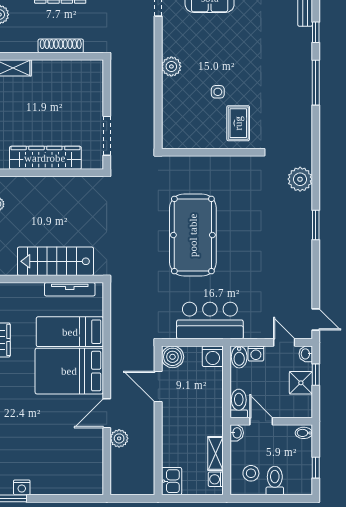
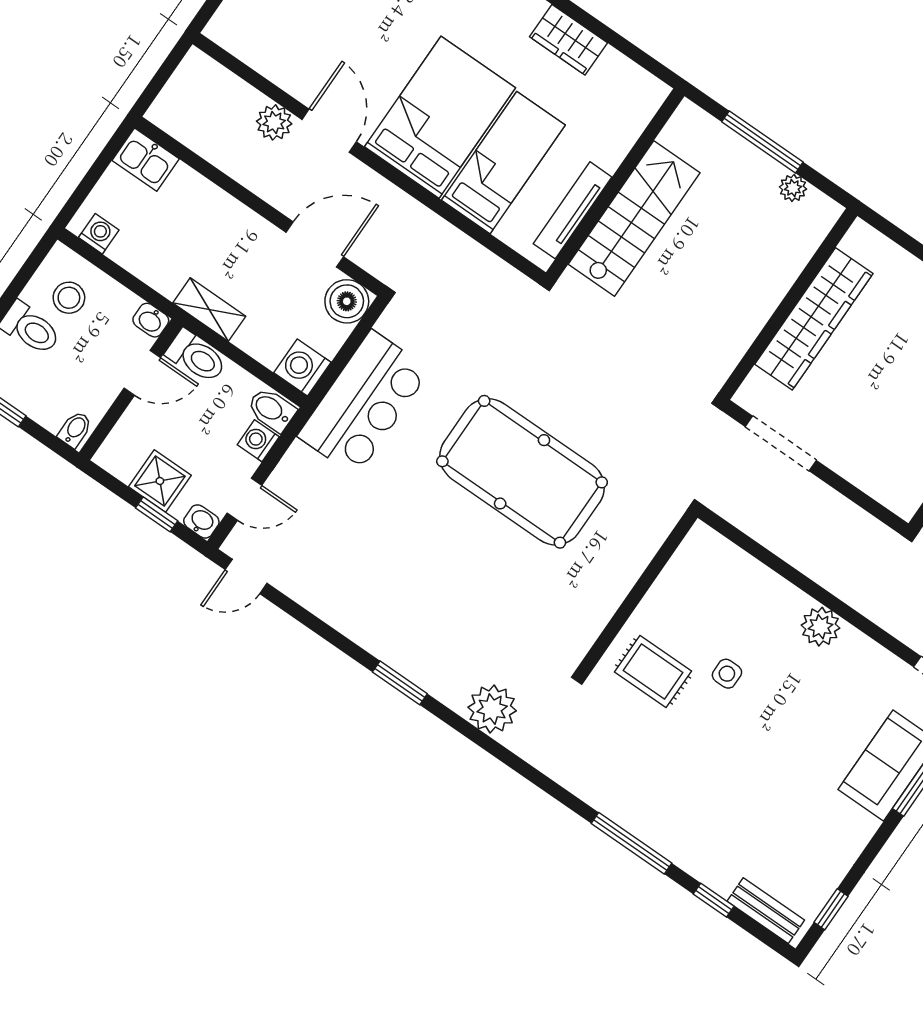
shelving: (215, 453) -> (209, 310), moved

